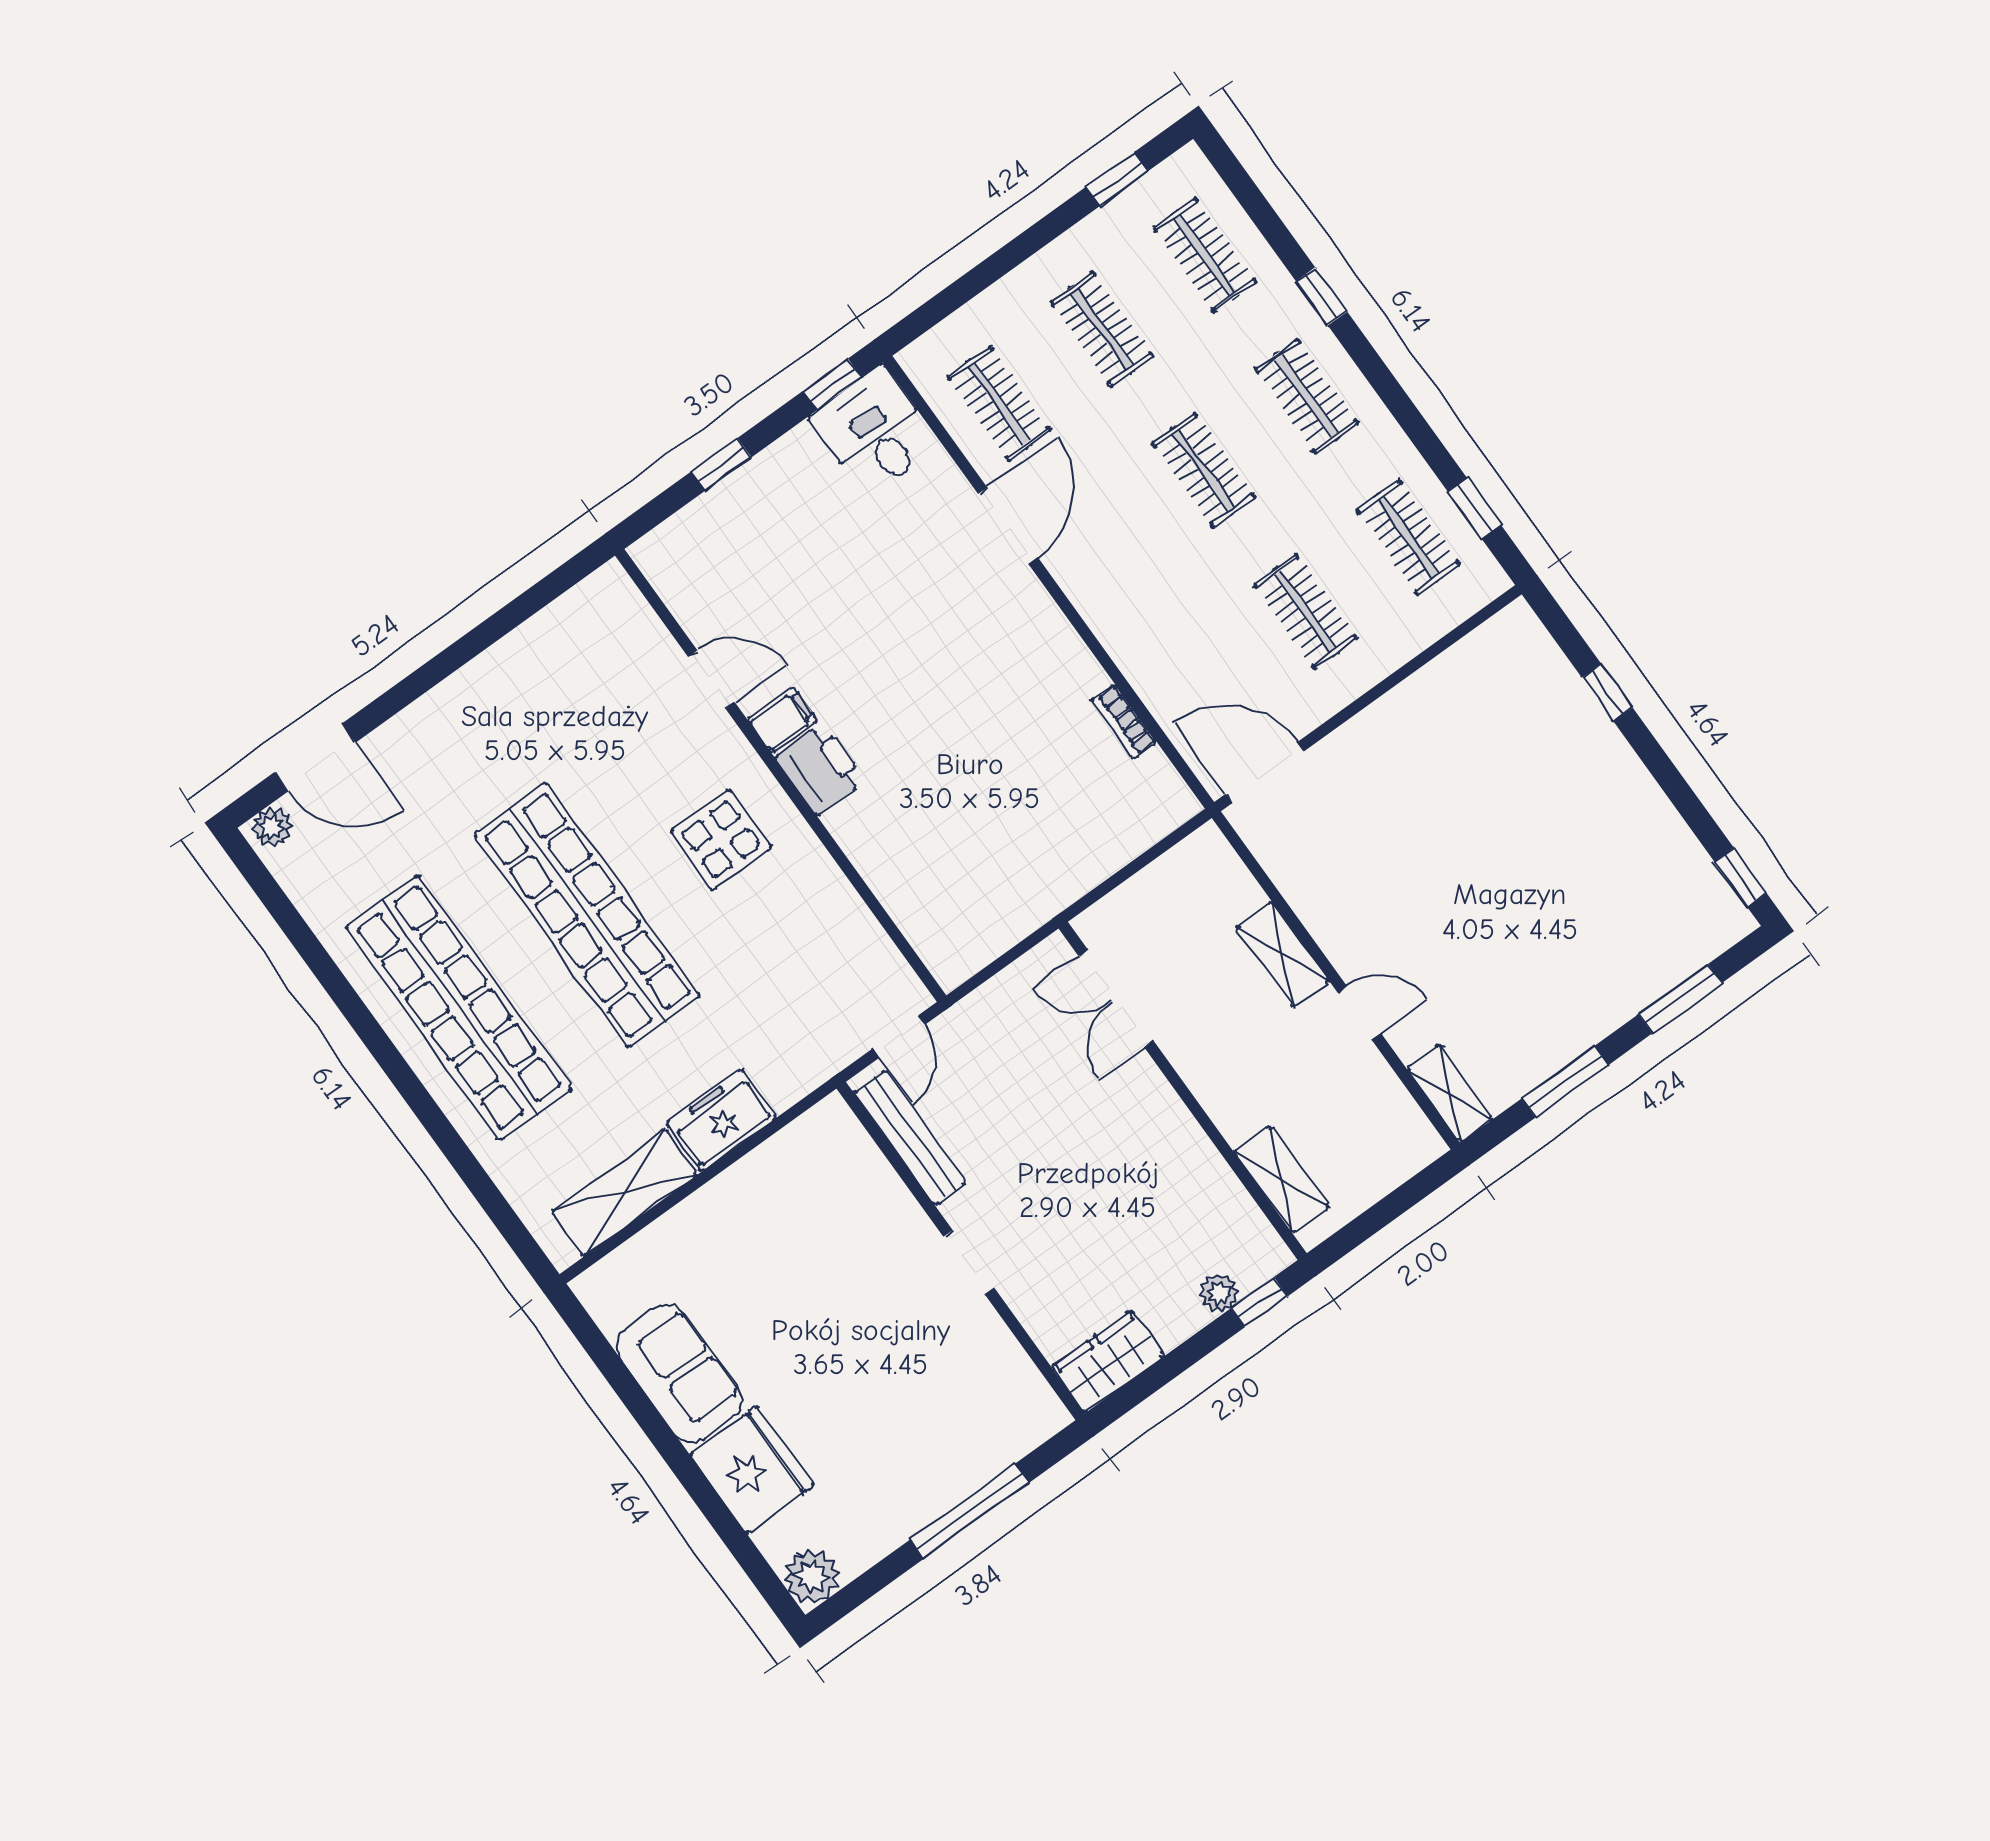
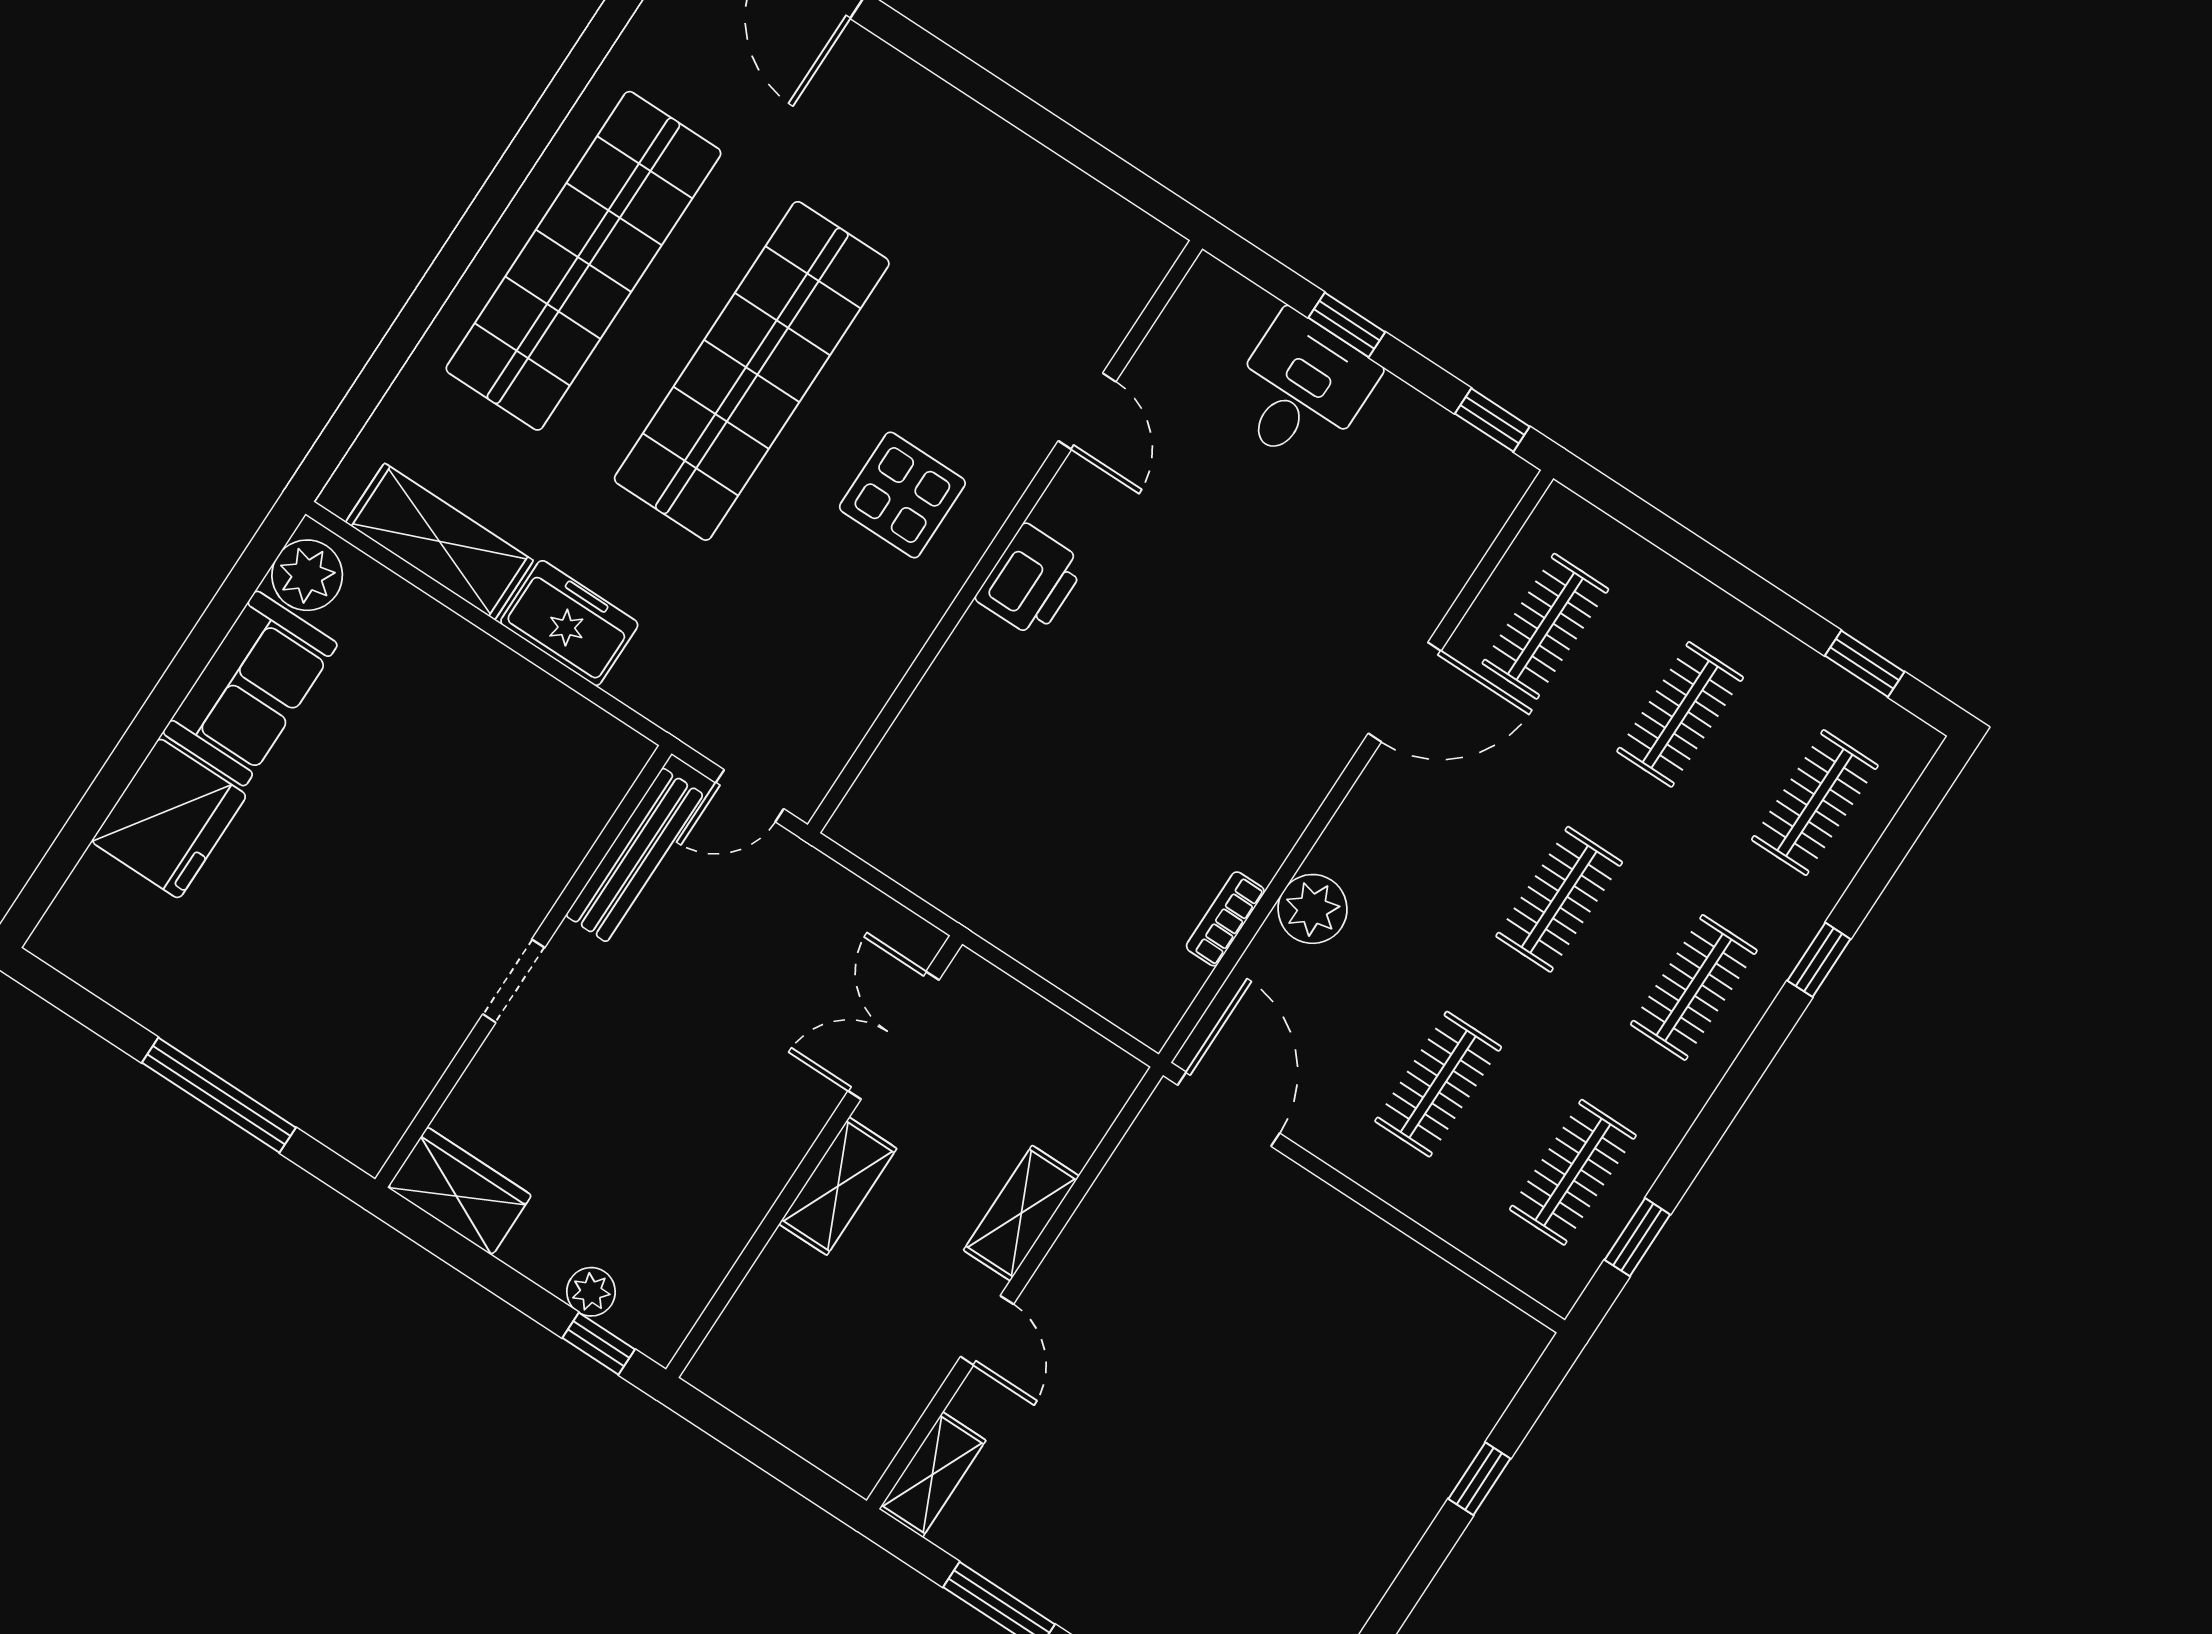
desk: (875, 431) -> (1301, 390), moved
plant: (1141, 654) -> (1312, 909), added
filing cabinet: (783, 720) -> (1072, 514), removed
shelving: (1282, 1179) -> (838, 1186), moved
plant: (812, 1576) -> (307, 575), moved

